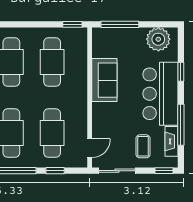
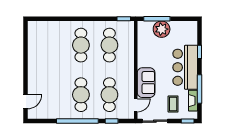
plant: (158, 39) -> (162, 29), moved
sofa: (104, 80) -> (146, 83), moved

